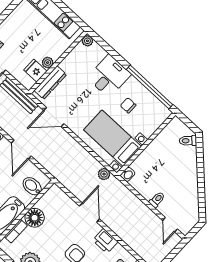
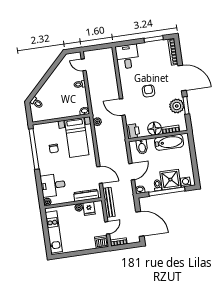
desk: (109, 76) -> (53, 185), moved
door: (89, 213) -> (122, 107), hinge flipped
door: (170, 225) -> (84, 65), swing flipped
printer: (105, 241) -> (133, 131), moved

